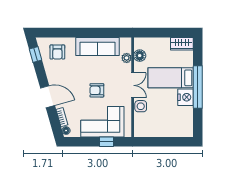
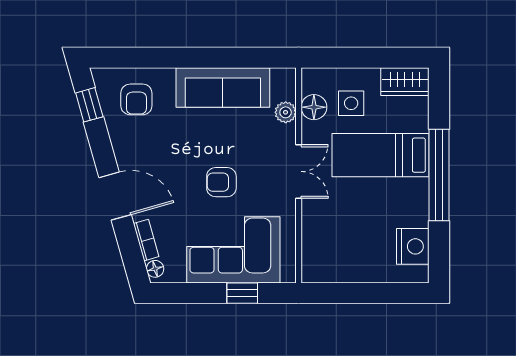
nightstand: (185, 97) -> (413, 246), moved
side table: (141, 106) -> (351, 103), moved

